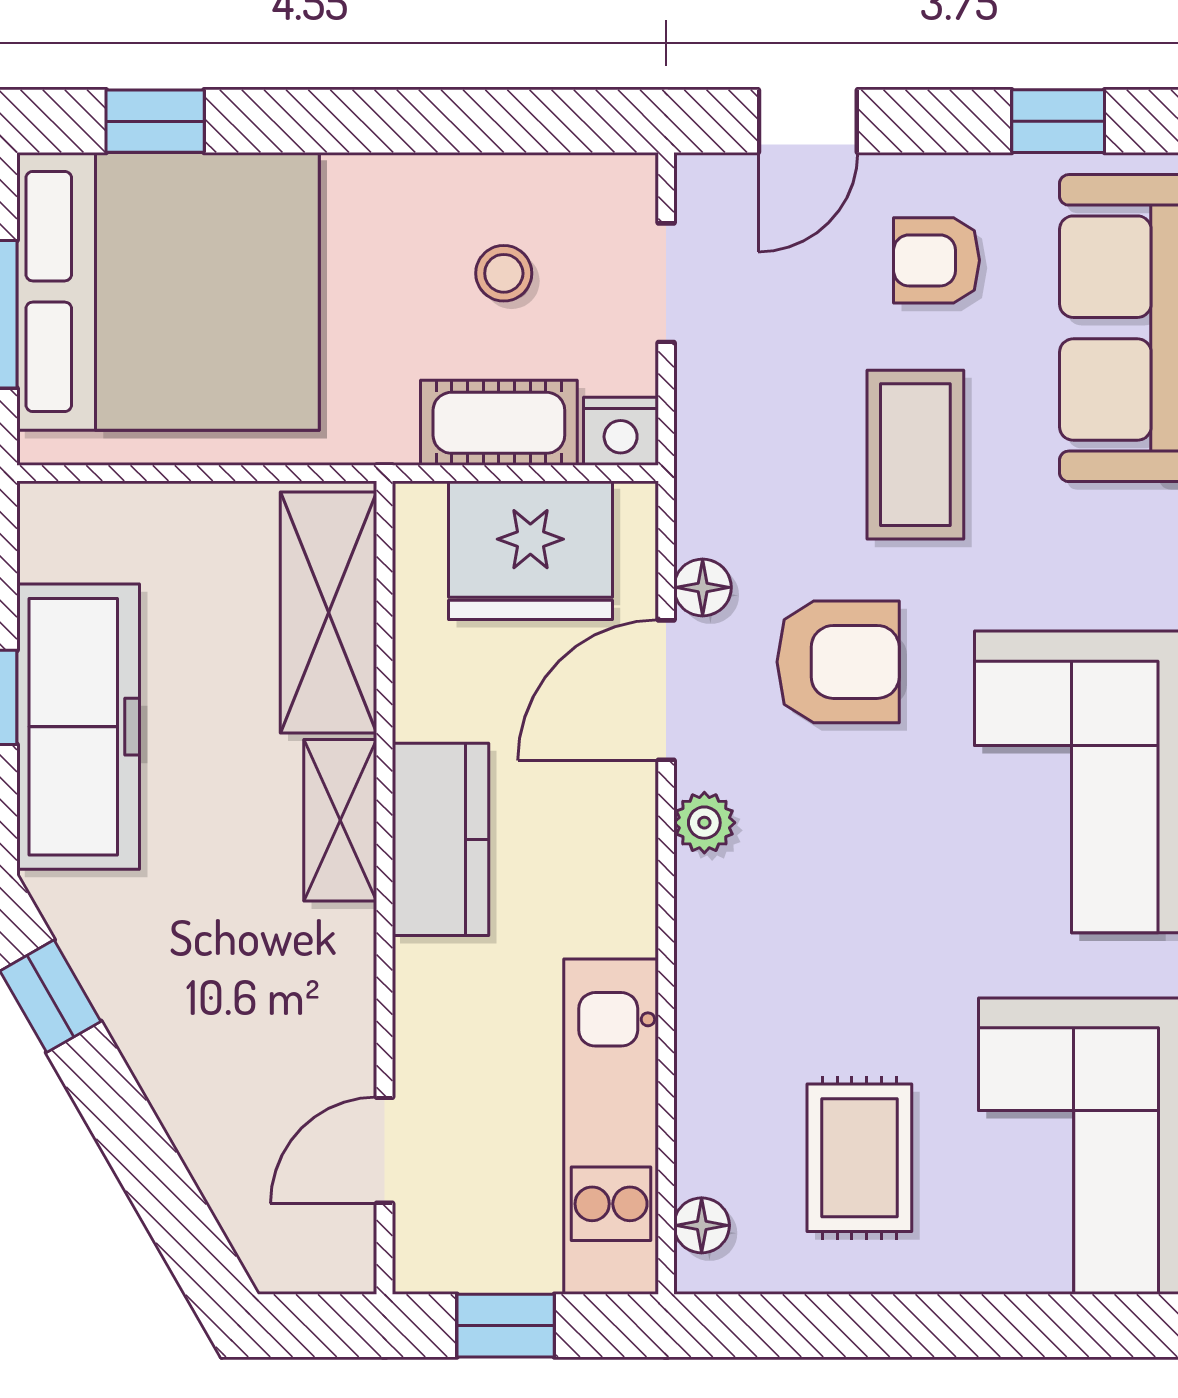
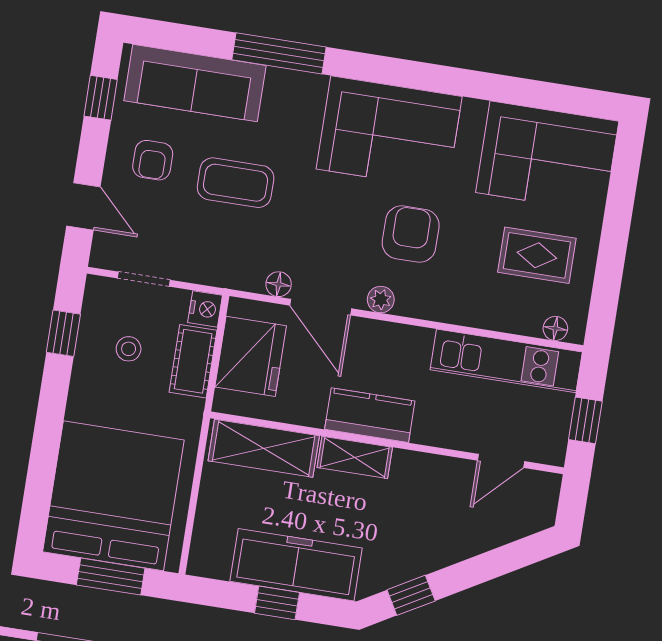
window: (155, 121) -> (63, 333), moved
armchair: (838, 662) -> (411, 234), moved
door: (385, 1150) -> (501, 461), hinge flipped

